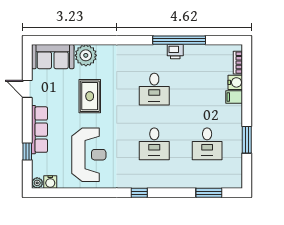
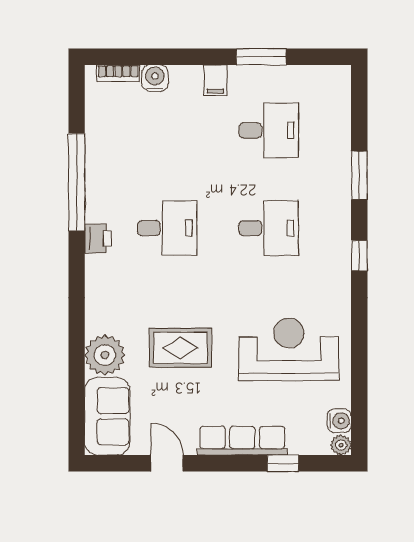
printer: (175, 52) -> (98, 238), moved
door: (27, 89) -> (167, 463), swing flipped
filing cabinet: (234, 97) -> (215, 80), moved
window: (209, 193) -> (359, 175), moved

